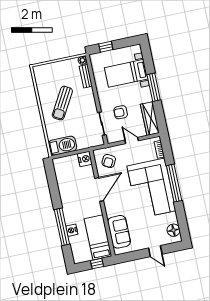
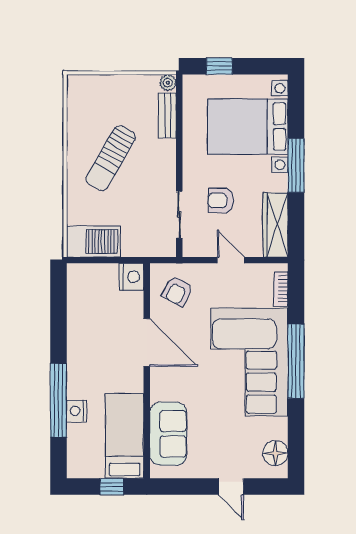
bed with nightstands: (126, 73) -> (248, 127), width x1.36
door: (99, 189) -> (147, 343), hinge flipped

